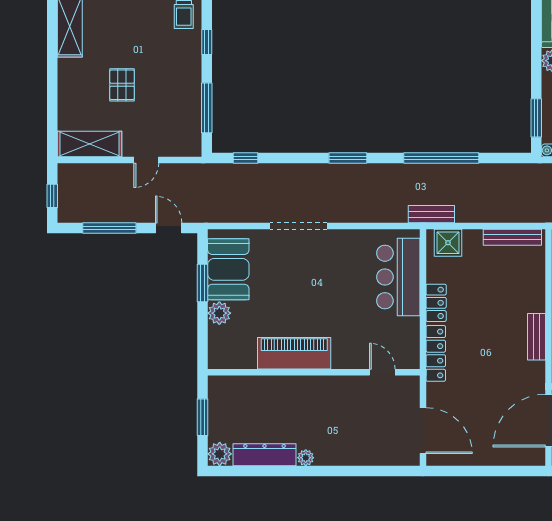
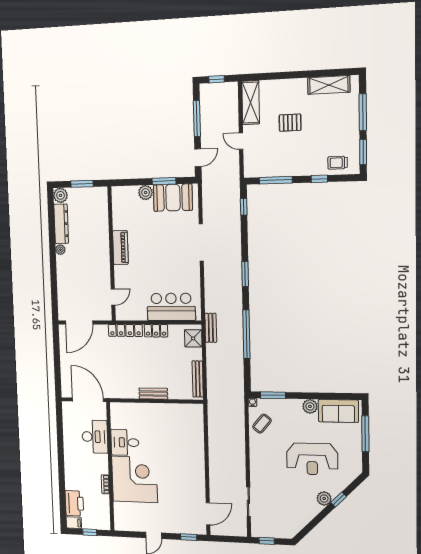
bench: (537, 337) -> (153, 394), moved
piano: (294, 353) -> (120, 247), width x0.73, depth x0.75

